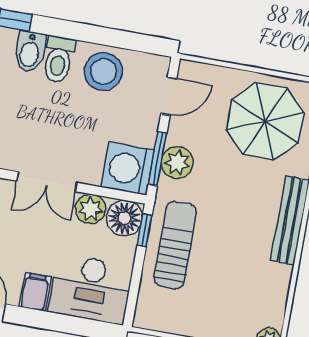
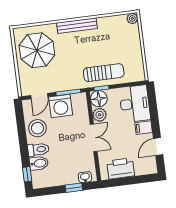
door: (169, 96) -> (39, 96), swing flipped
plant: (177, 163) -> (67, 83), removed
washing machine: (128, 169) -> (61, 106), moved
sun lounger: (175, 245) -> (104, 73), turned 180

